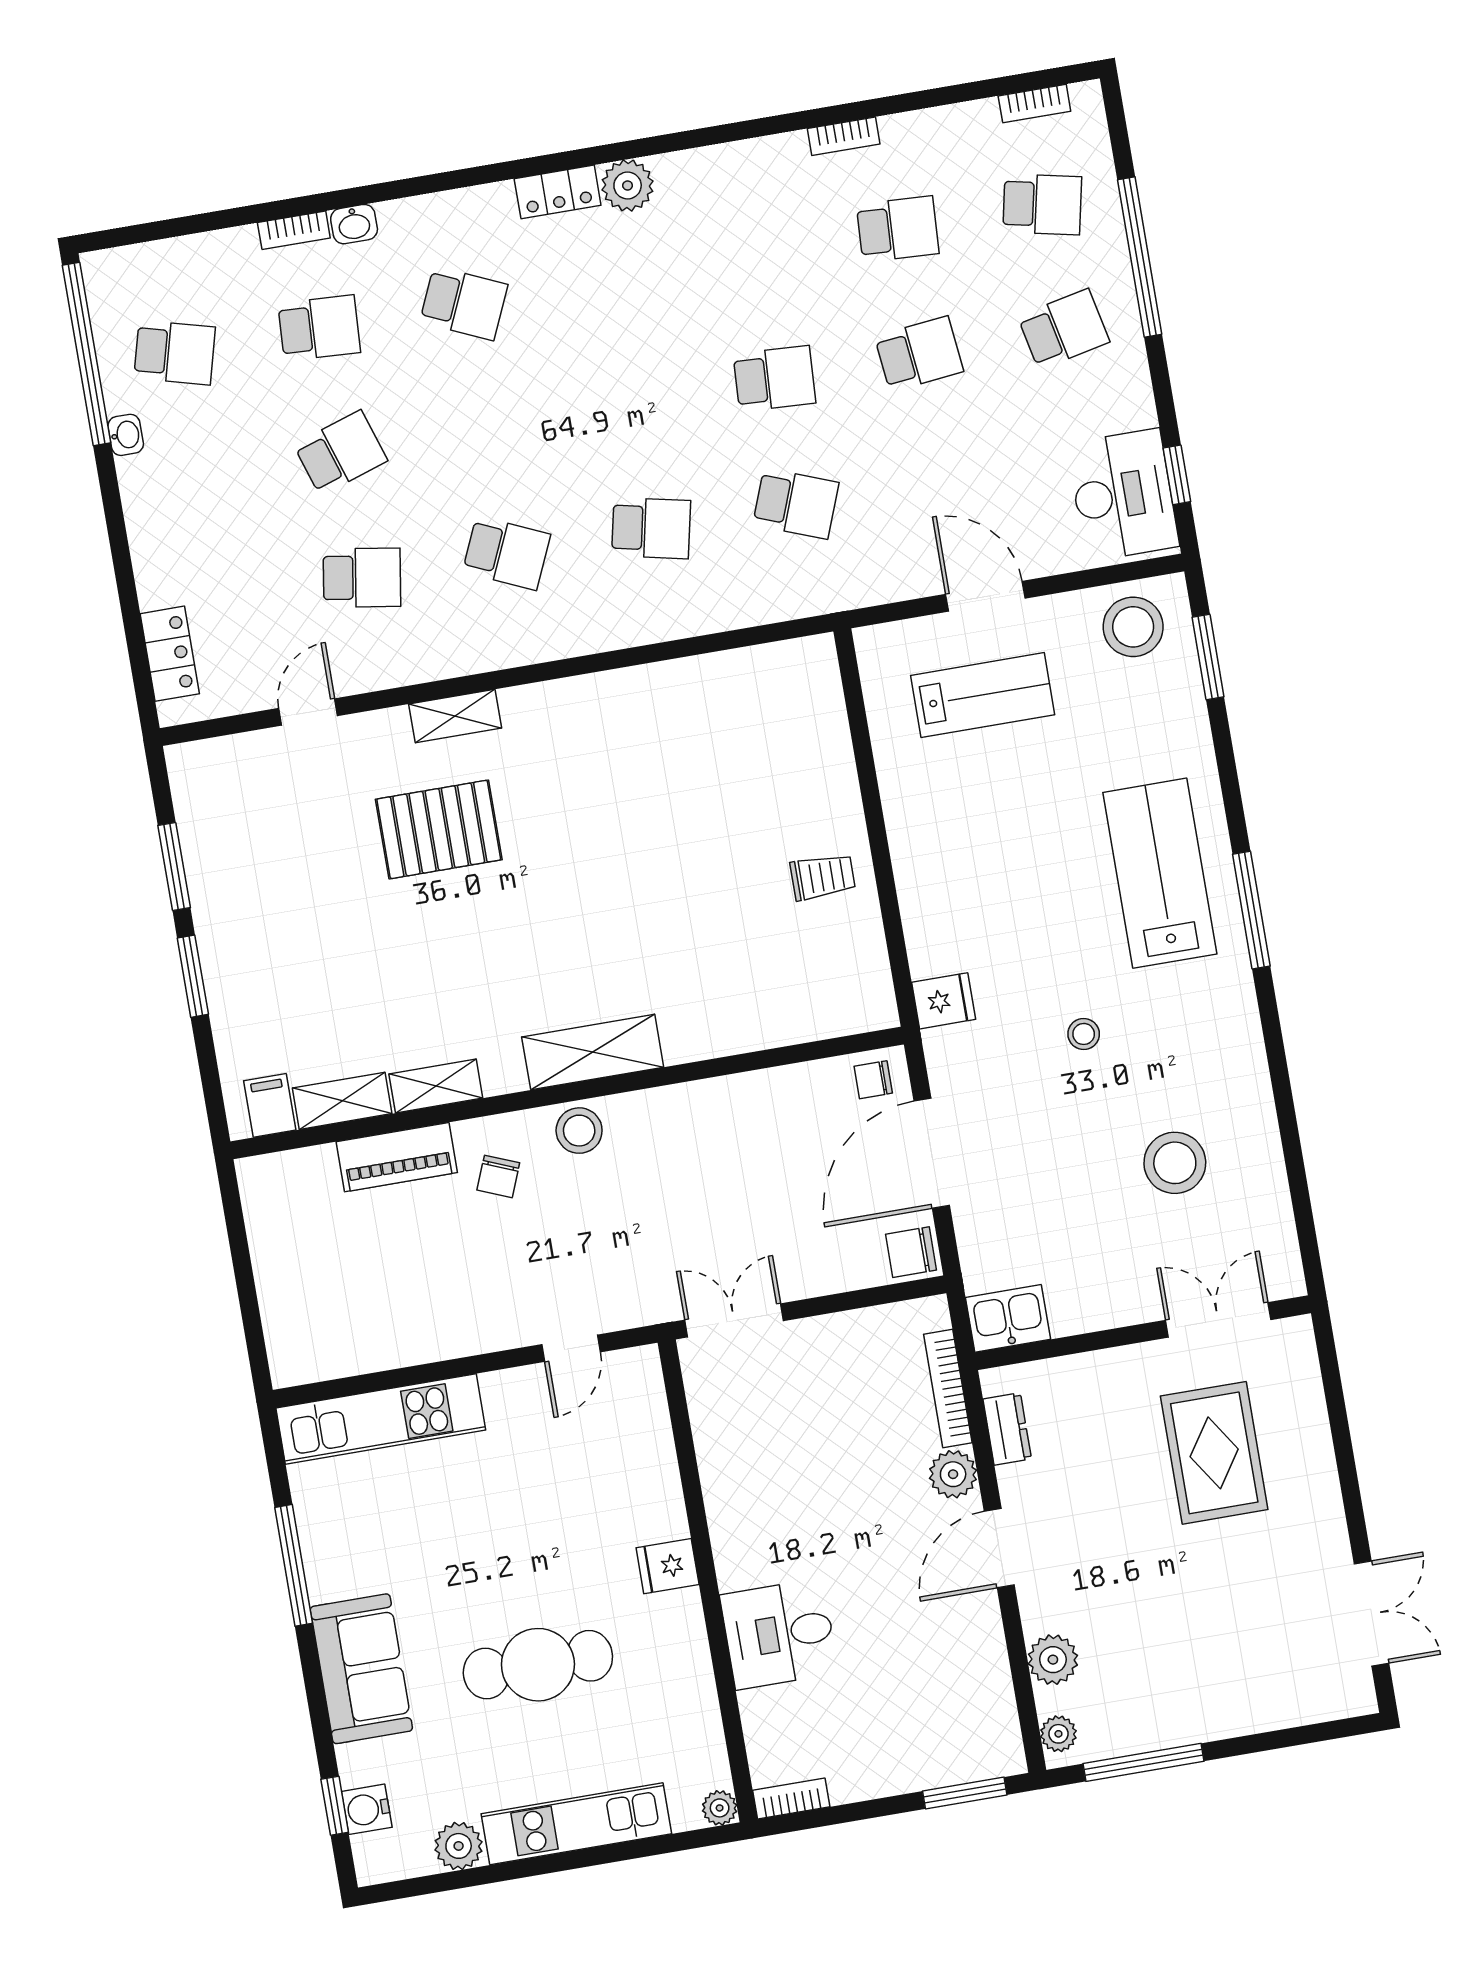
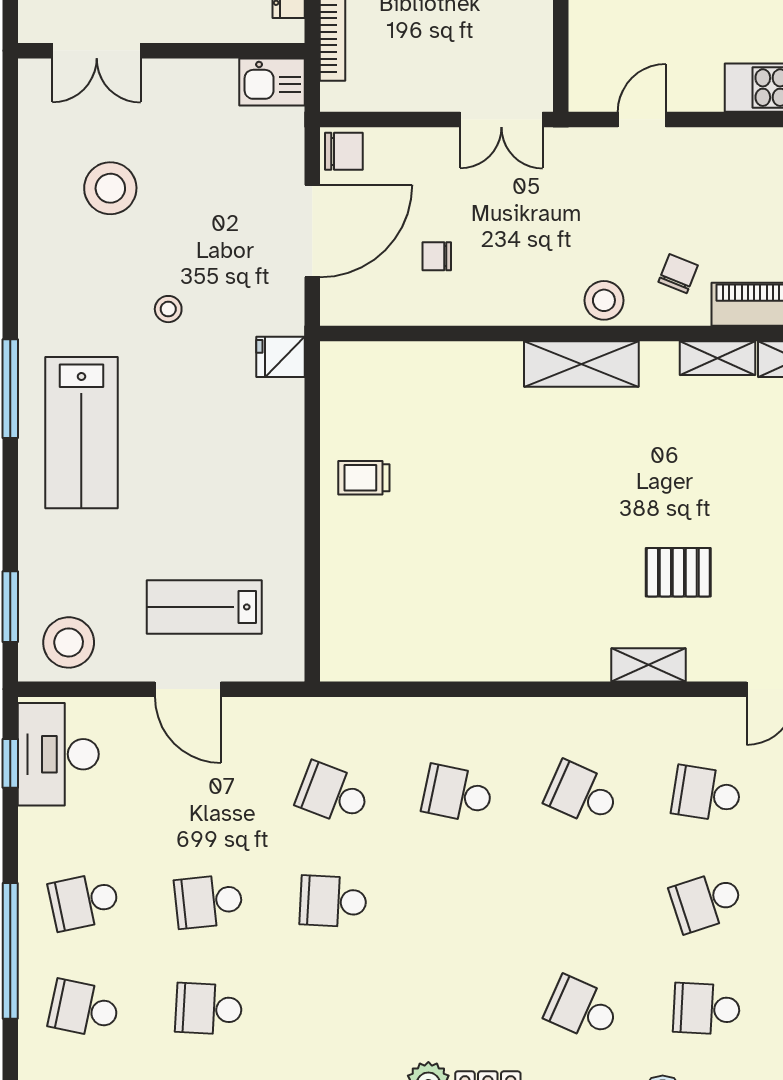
pallet: (439, 829) -> (678, 572), width x0.67, depth x0.71
chair: (873, 1080) -> (437, 256), moved, turned 180

